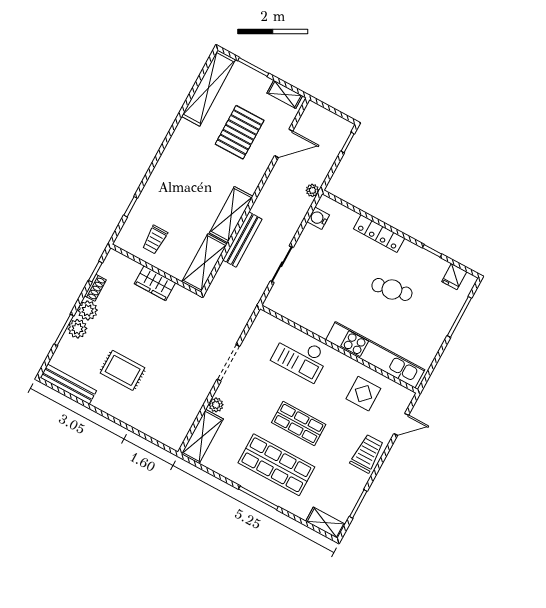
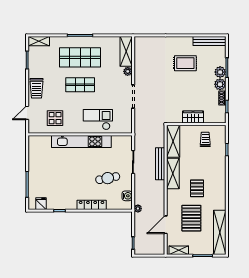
pallet: (207, 173) -> (197, 188), added
cafe table: (392, 289) -> (108, 178), moved
kitchen unit: (375, 355) -> (81, 141), moved

